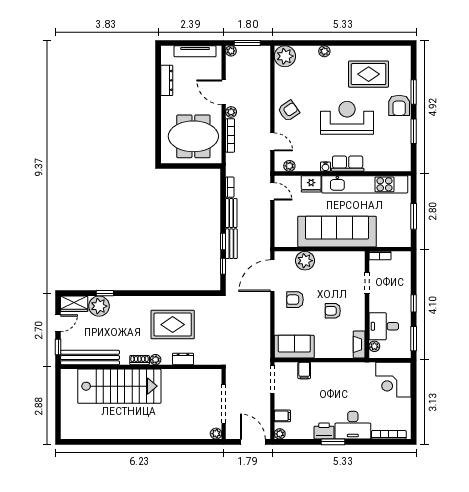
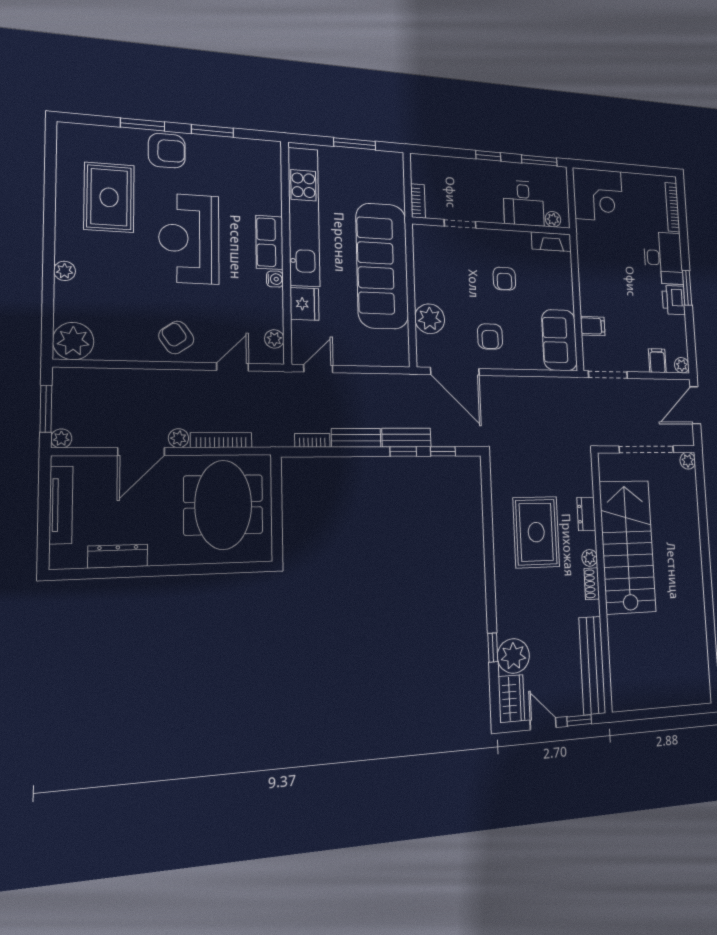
stairs: (119, 386) -> (627, 547), moved

